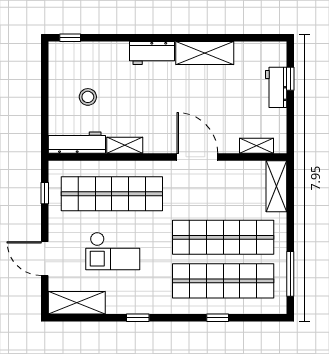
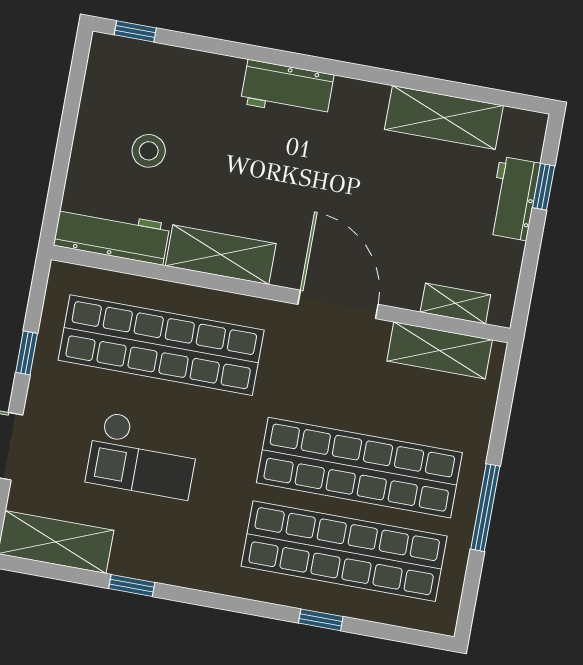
shelving: (205, 53) -> (444, 117), moved
shelving: (125, 145) -> (221, 255), width x1.50, depth x1.33
shelving: (276, 186) -> (440, 350), moved, turned 90
window: (45, 193) -> (27, 353), moved
window: (290, 274) -> (485, 508), moved
window: (138, 318) -> (132, 585), moved

